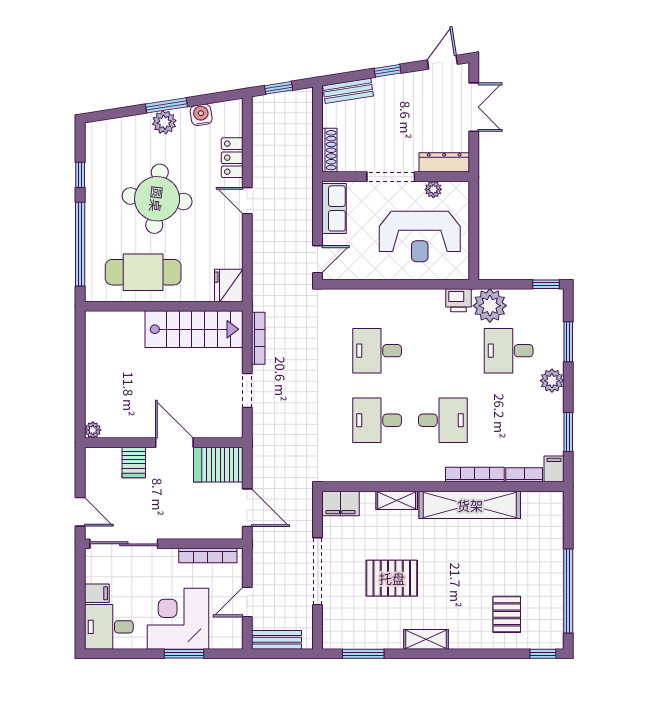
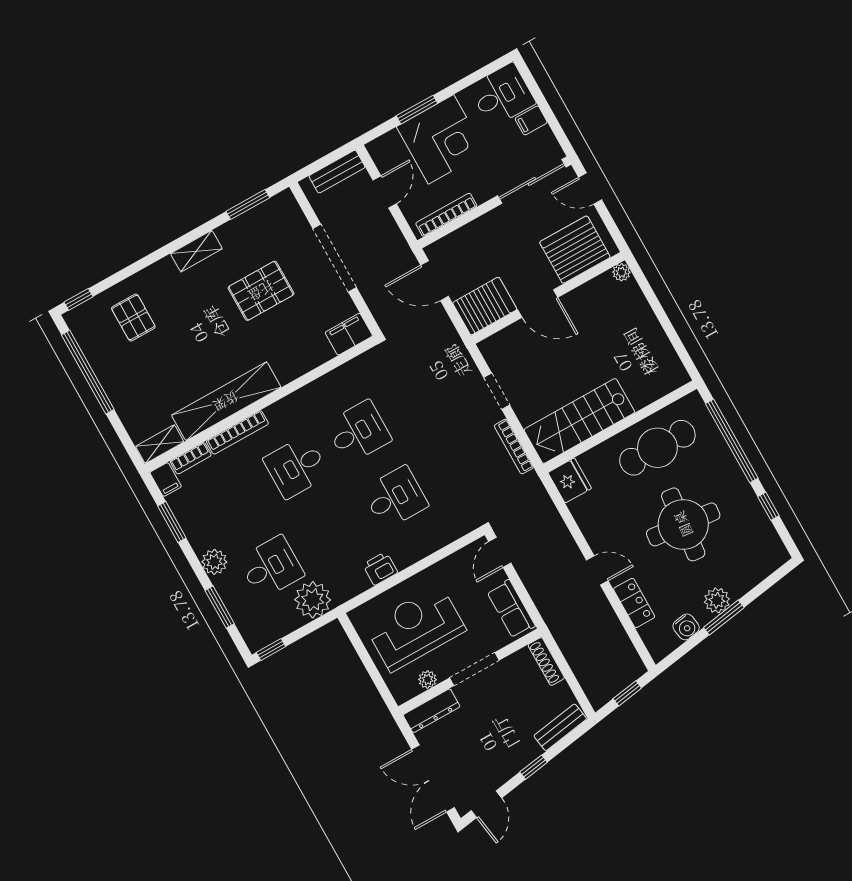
double door: (474, 107) -> (433, 778), width x1.37
printer: (459, 300) -> (380, 569), moved
server rack: (134, 462) -> (575, 250), width x2.18, depth x1.44
shelving: (397, 500) -> (160, 444), moved

